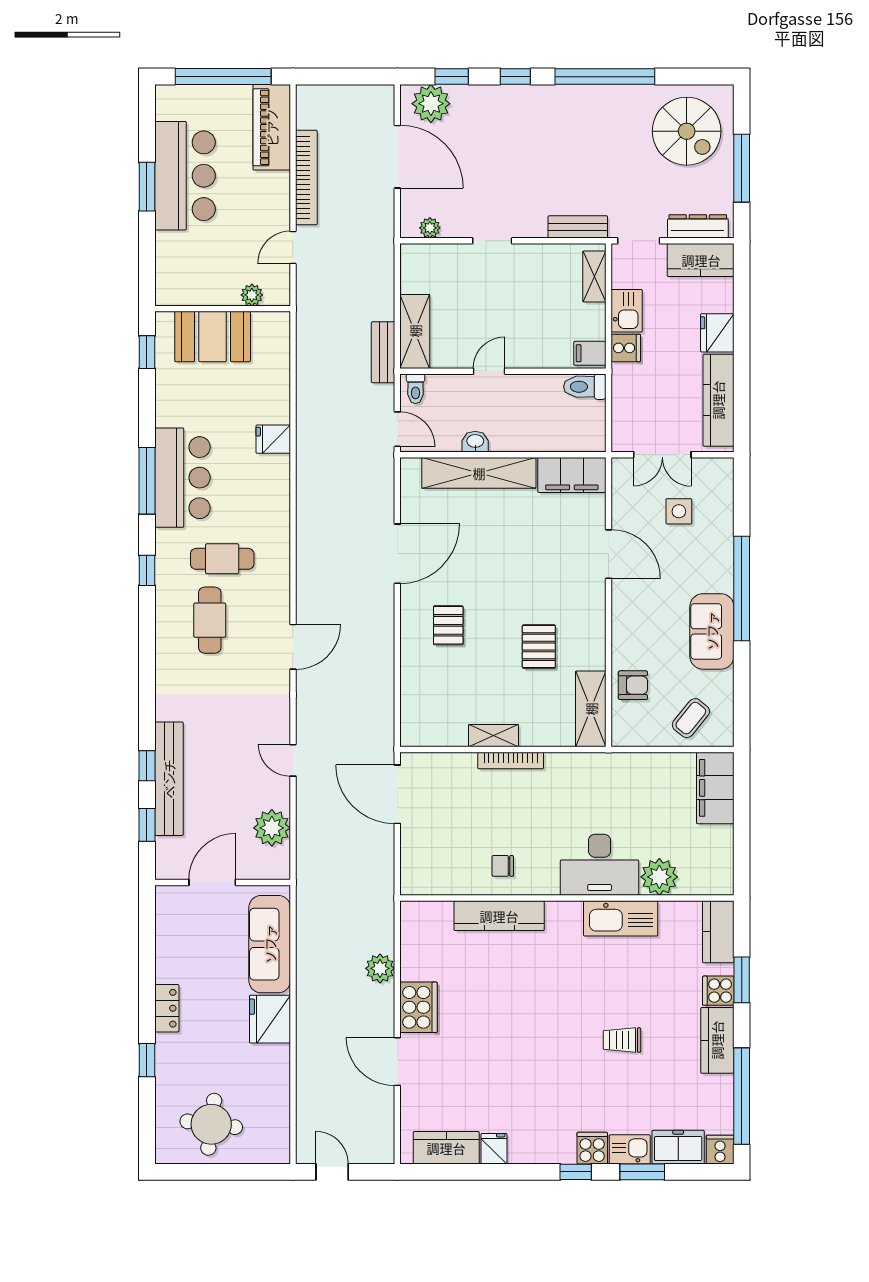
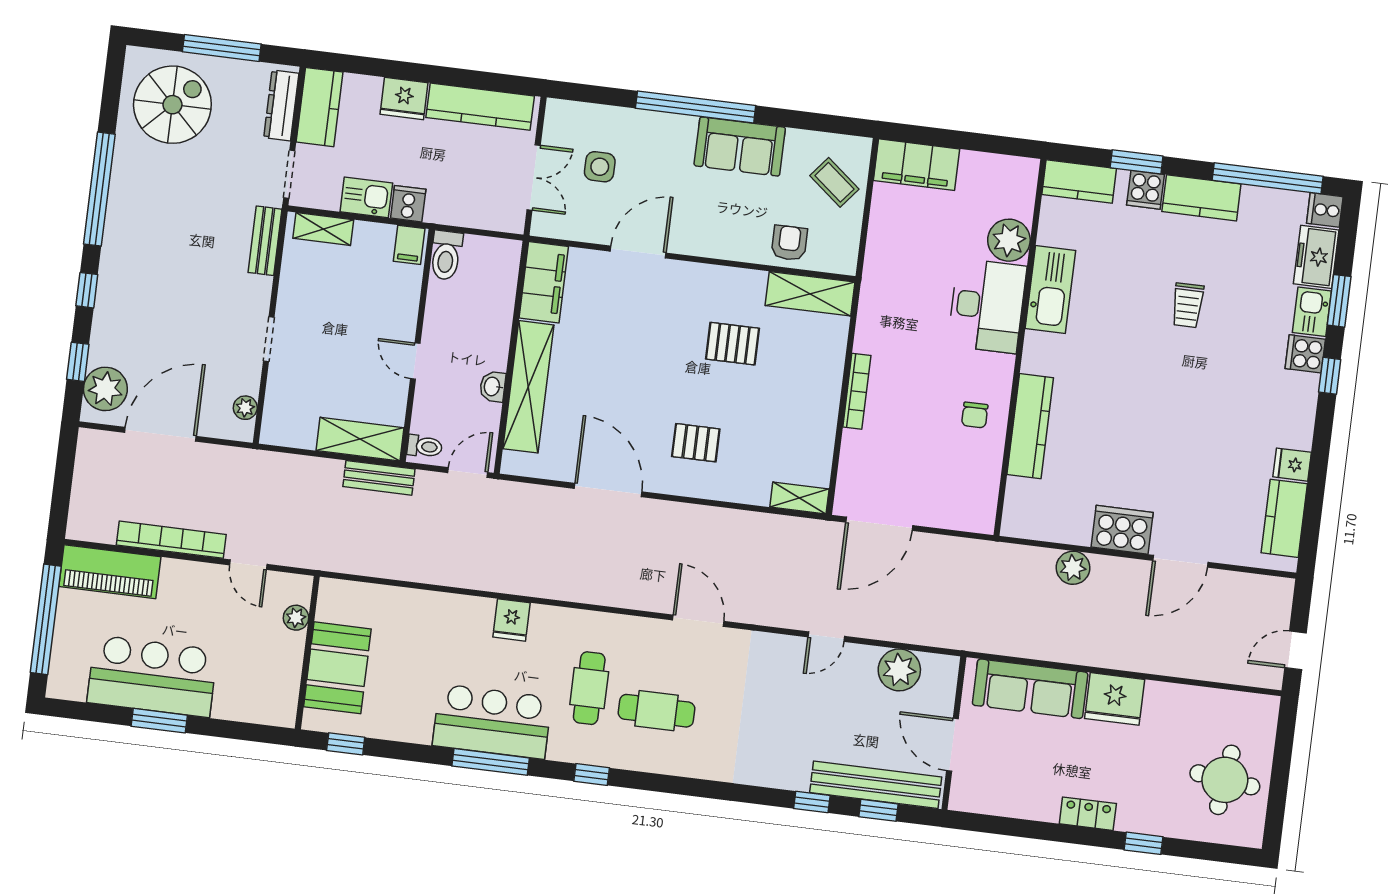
fridge: (273, 439) -> (512, 620), moved
shelving: (493, 736) -> (799, 498), moved, turned 90
bench: (169, 779) -> (876, 785), moved

